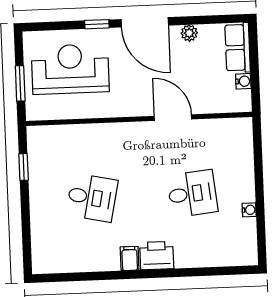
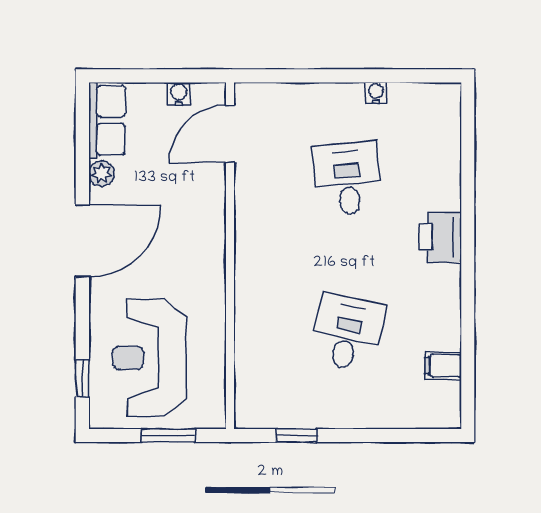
window: (97, 24) -> (82, 378), moved
row of seats: (238, 48) -> (107, 120), moved, turned -90
door: (173, 118) -> (230, 134), moved
filing cabinet: (130, 258) -> (443, 366), moved

